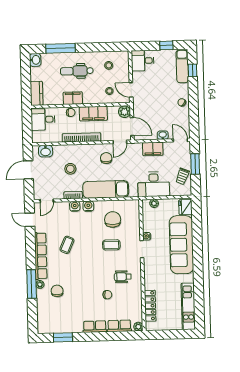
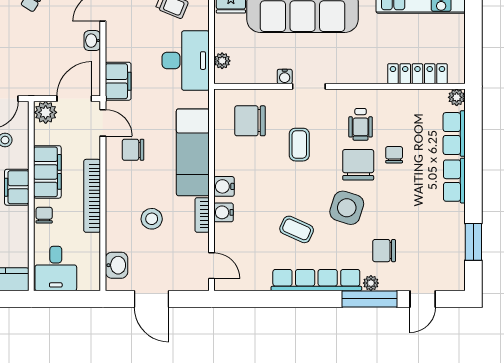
filing cabinet: (73, 98) -> (17, 187), moved
filing cabinet: (153, 149) -> (118, 81), moved
chair: (113, 219) -> (250, 121), moved
door: (30, 220) -> (423, 299), moved
side table: (79, 271) -> (347, 208), added
chair: (102, 276) -> (358, 165), added

